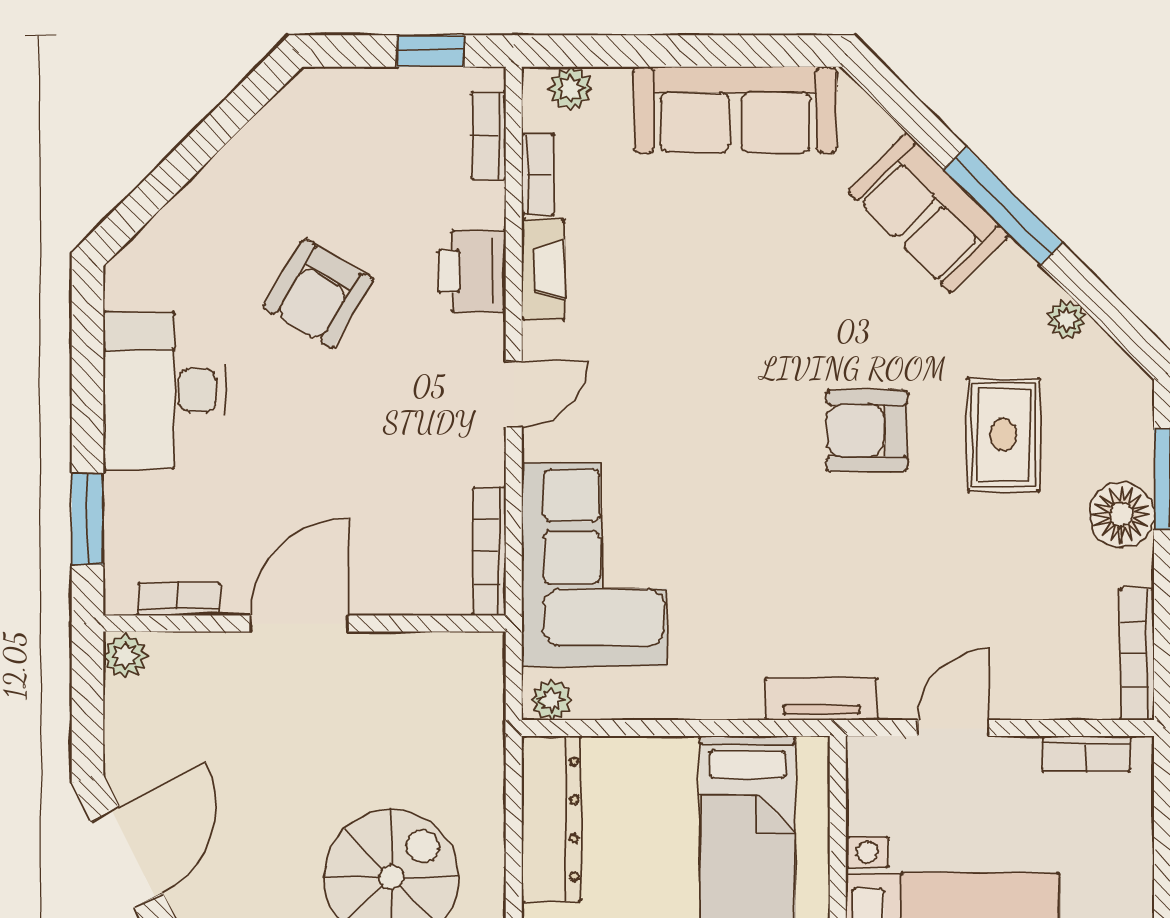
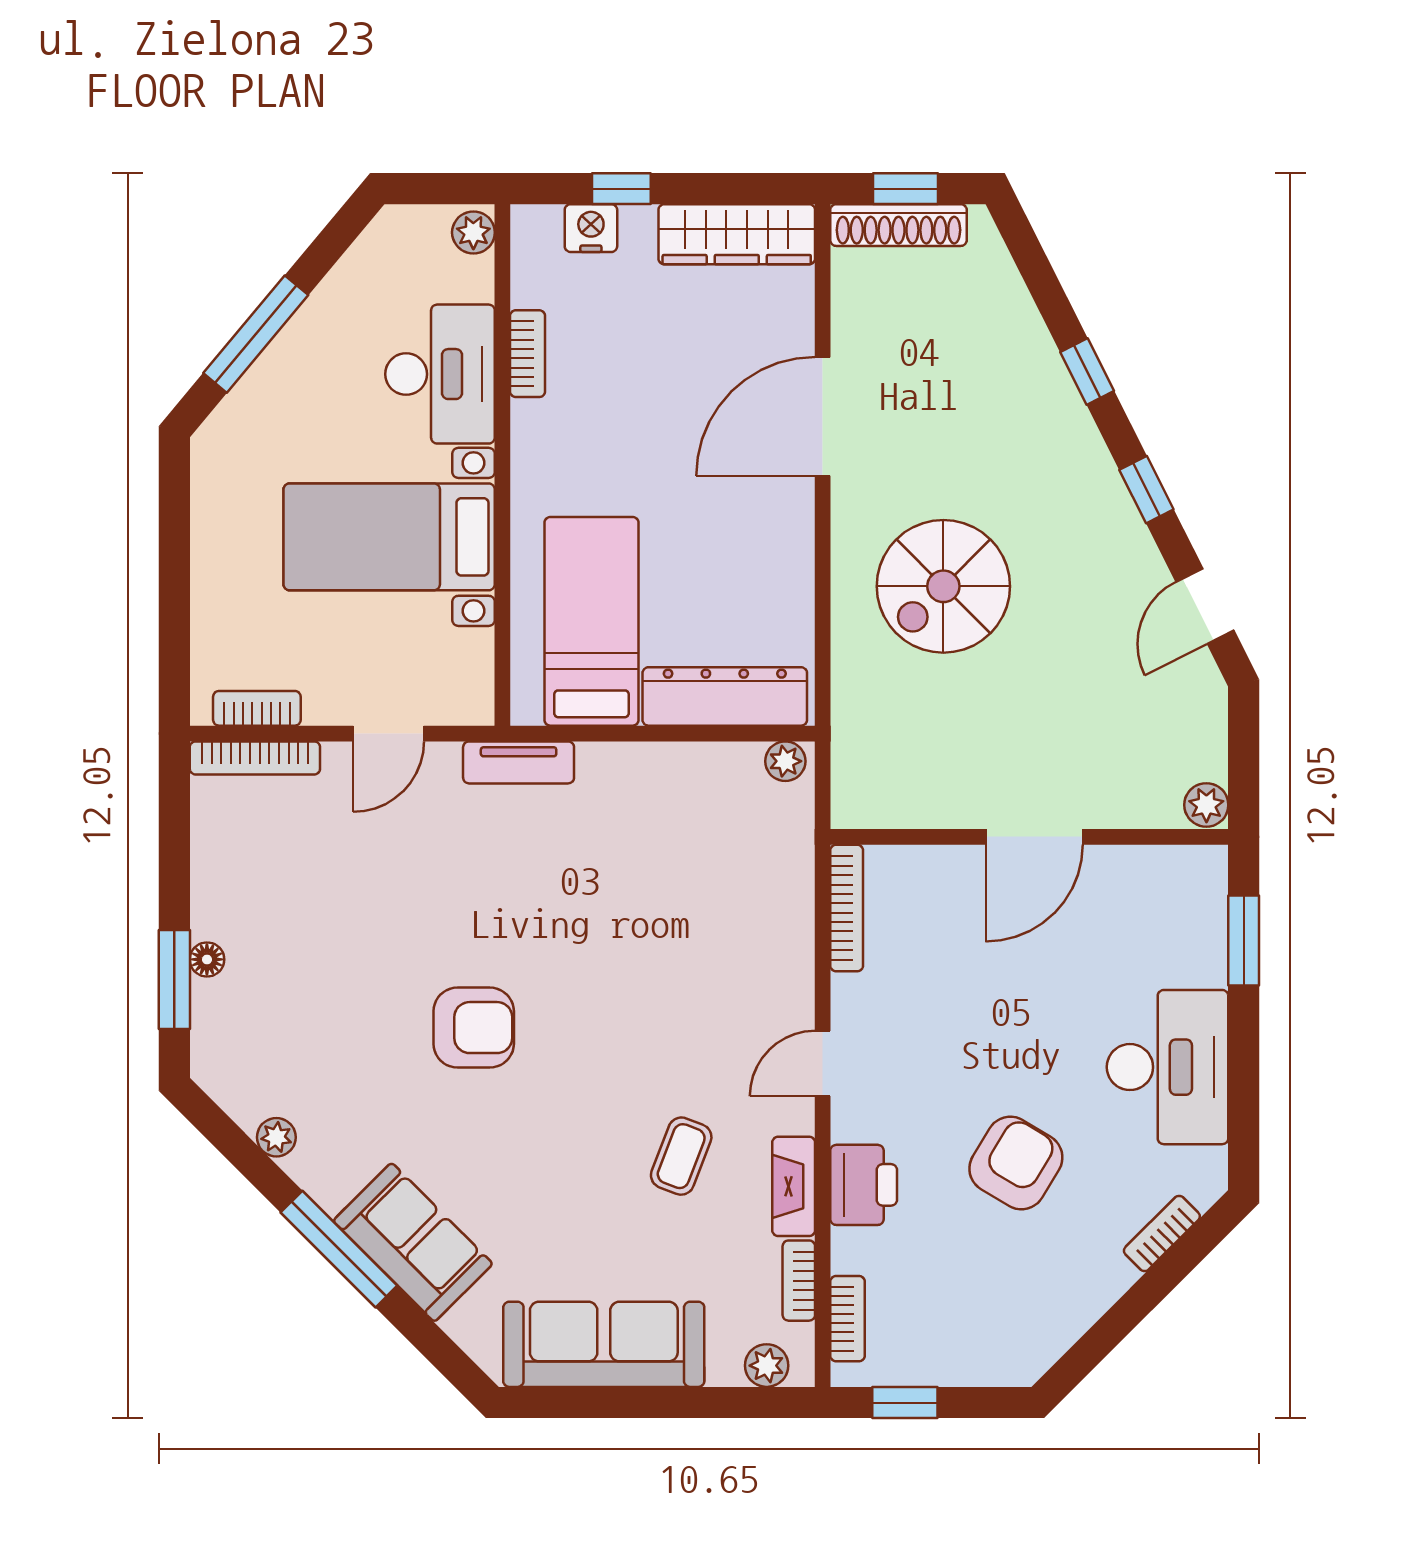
coffee table: (657, 300) -> (681, 1156), added
rug: (1003, 435) -> (339, 1023), removed
floor lamp: (1121, 515) -> (207, 959), width x0.53, depth x0.53
corner sofa: (594, 564) -> (743, 895), removed
bookcase: (179, 599) -> (1162, 1234), moved, turned 135
bookcase: (1137, 654) -> (255, 758), moved, turned 90
dresser: (551, 819) -> (725, 696), moved, turned 90
door: (127, 857) -> (1205, 606), width x0.73

